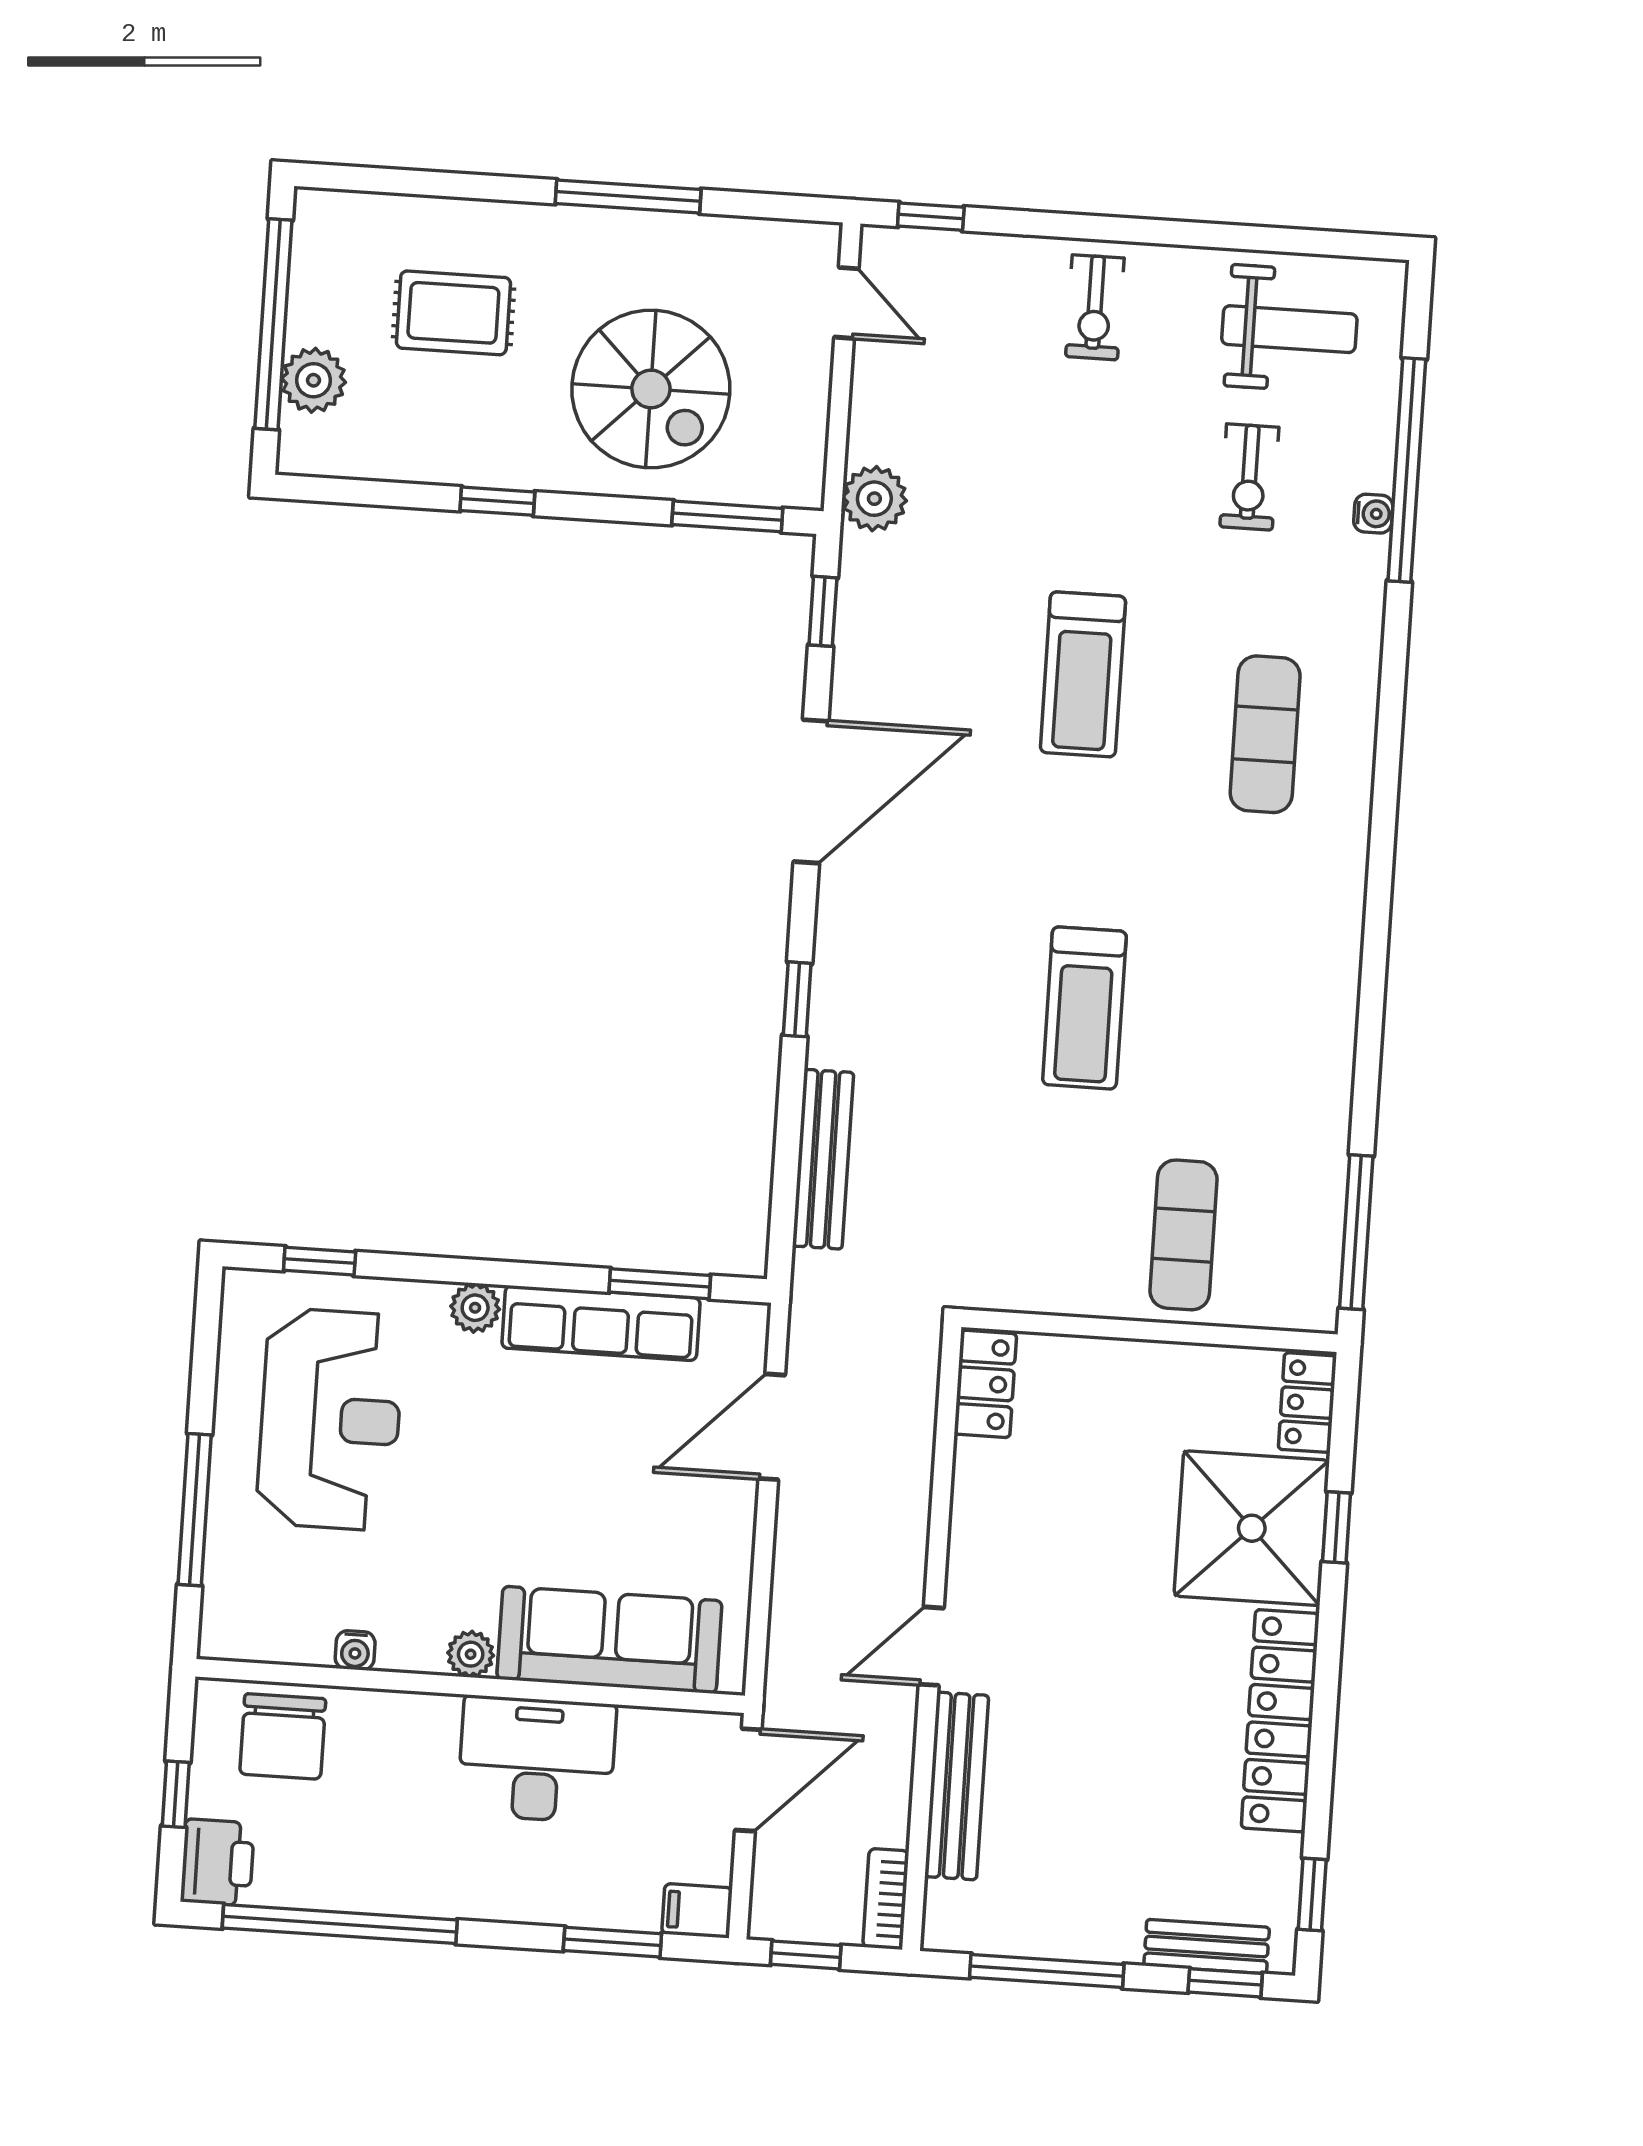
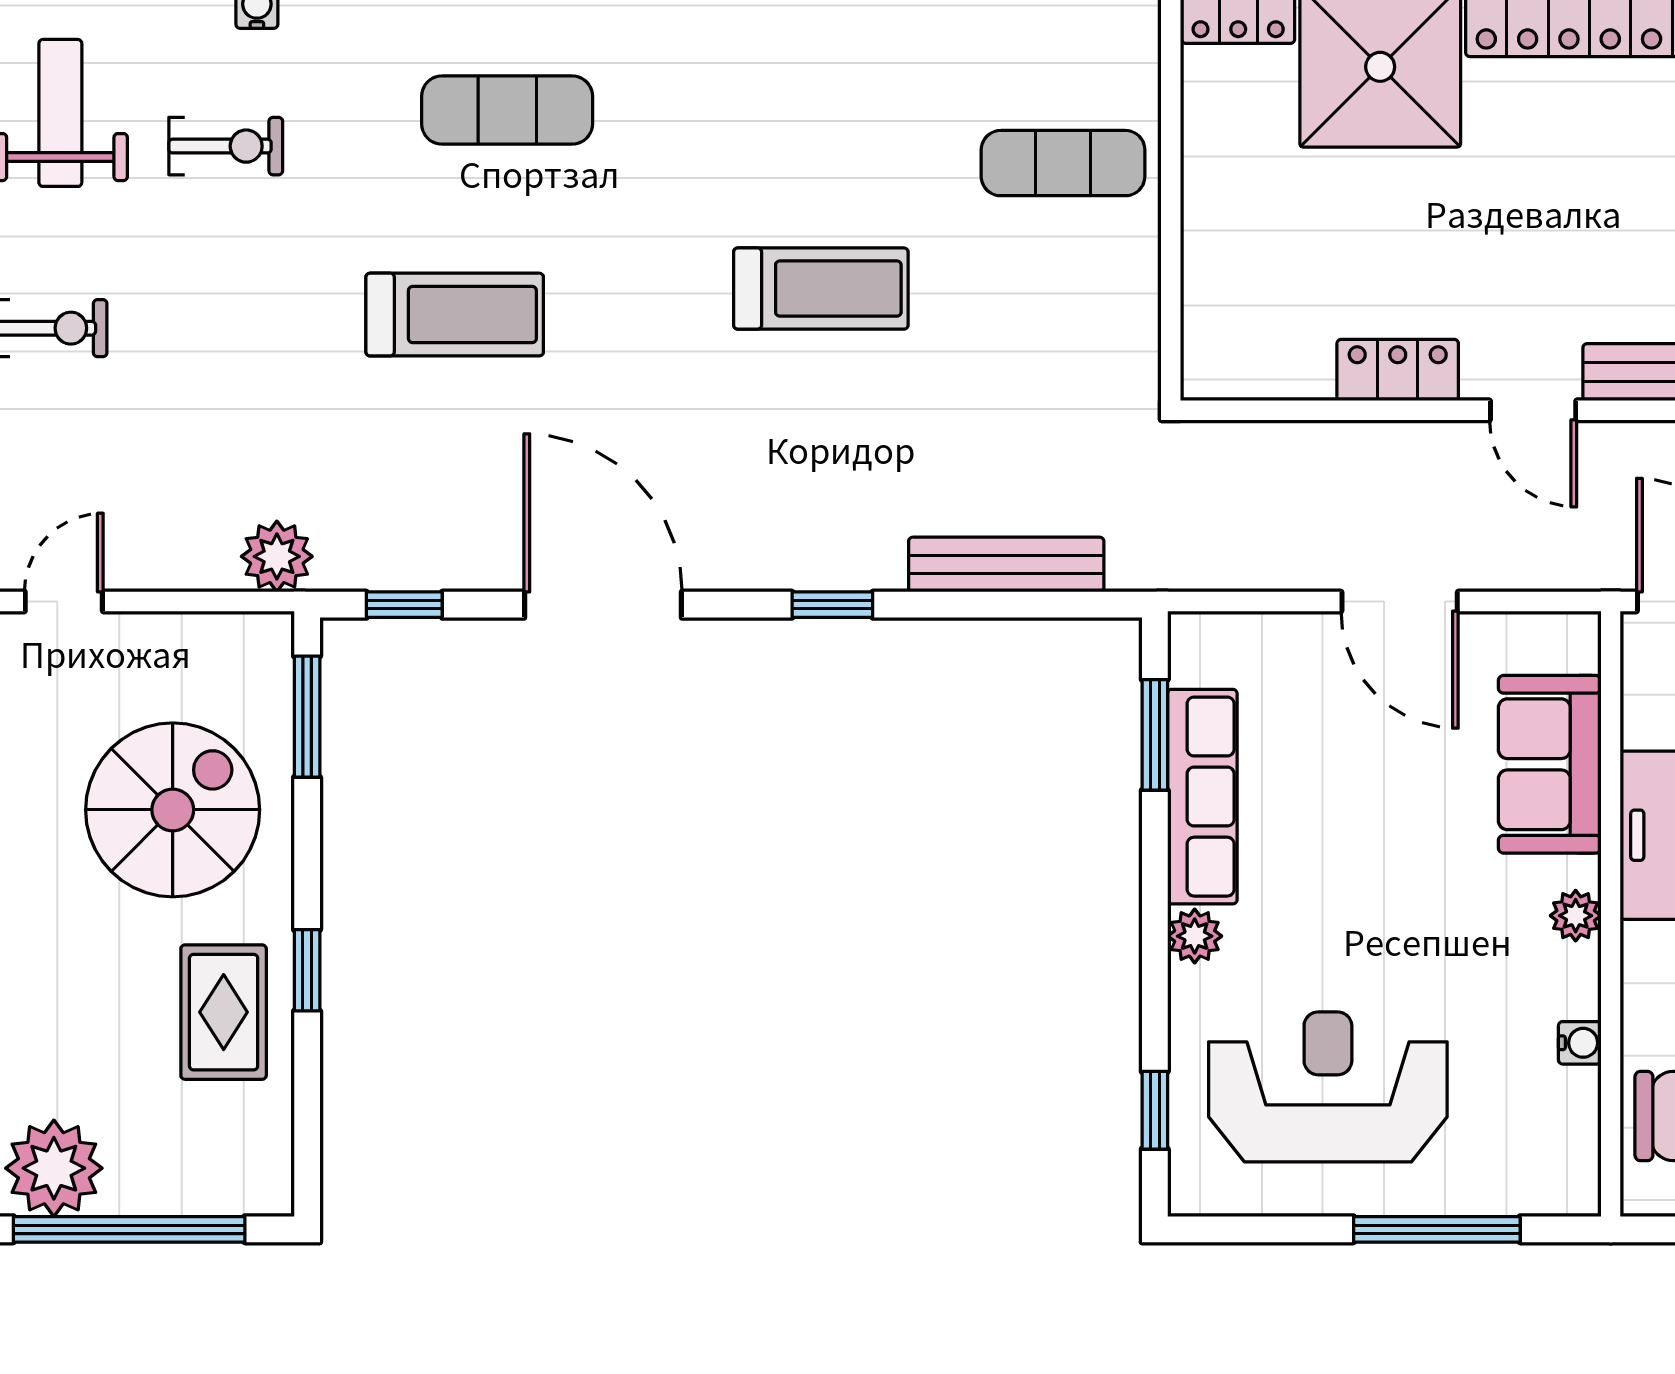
rug: (453, 313) -> (224, 1012), moved
plant: (314, 380) -> (54, 1168), moved, width x1.36, depth x1.36
locker: (985, 1384) -> (1398, 370), moved
door: (772, 1427) -> (1400, 601), moved
sofa: (609, 1640) -> (1550, 764), width x0.73

